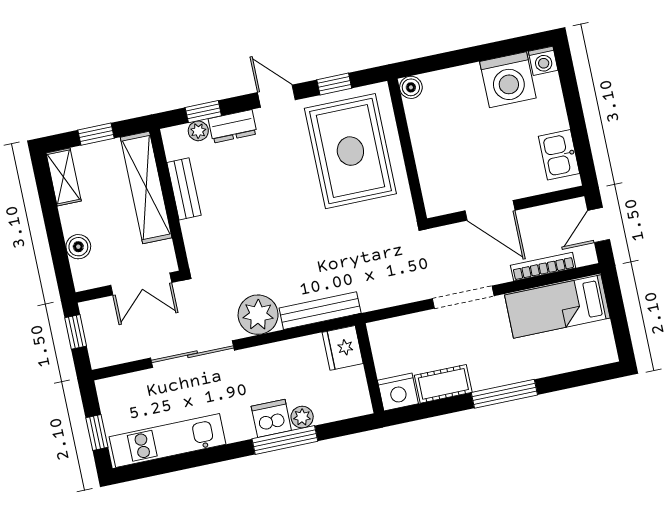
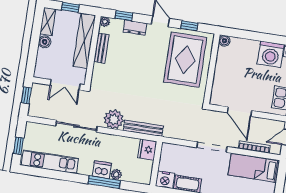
plant: (198, 131) -> (105, 22), moved
boiler: (78, 247) -> (45, 42), moved

